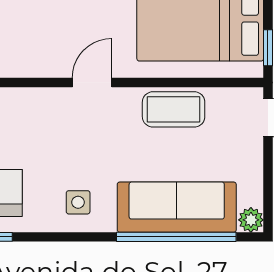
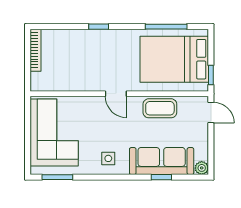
door: (92, 82) -> (116, 94), swing flipped
window: (176, 237) -> (161, 177), width x0.32

